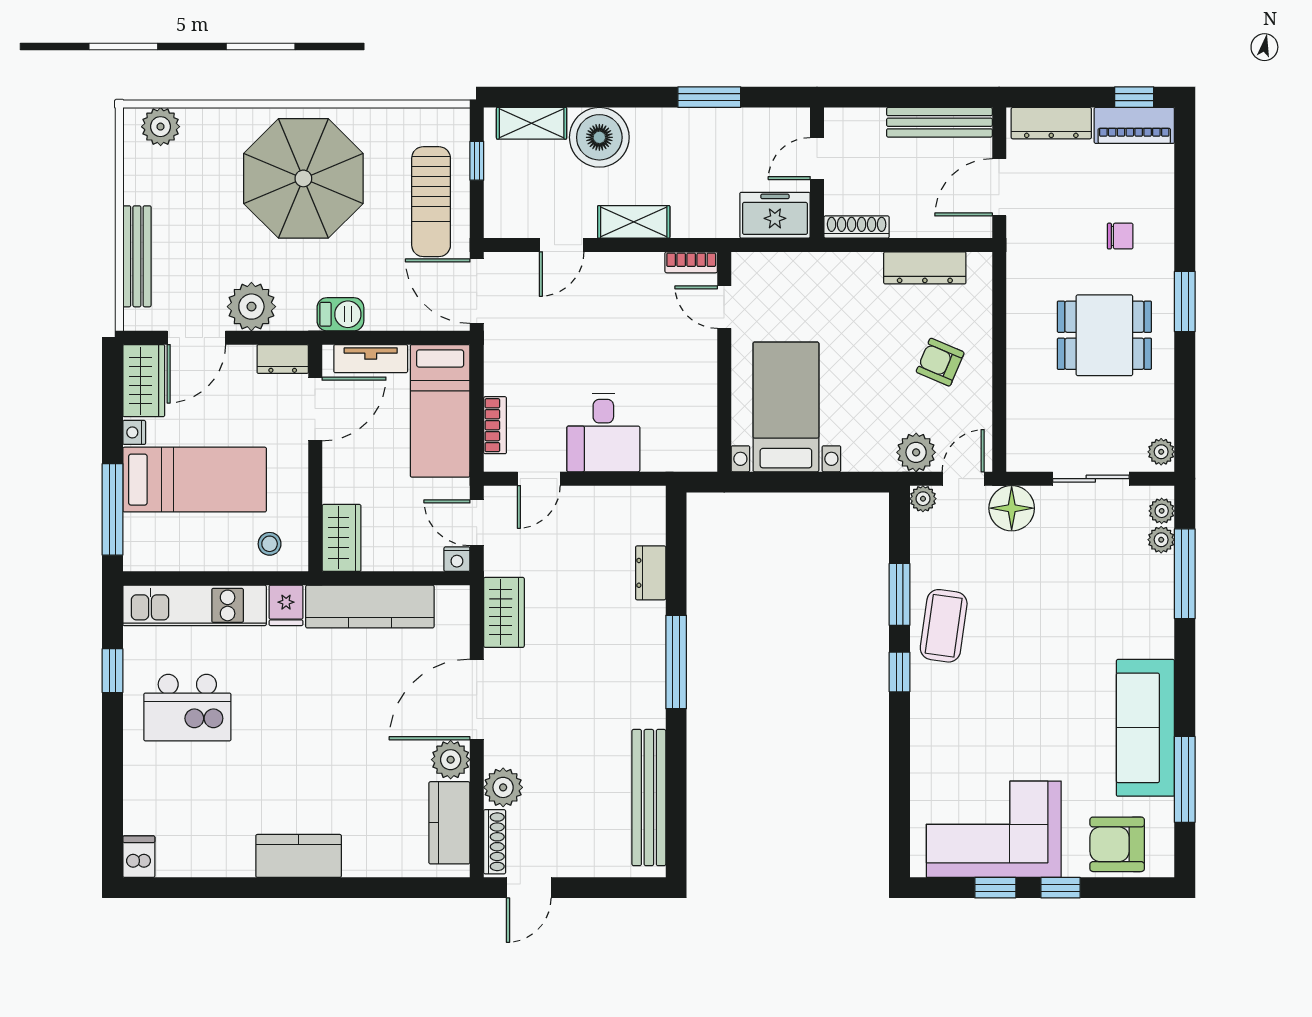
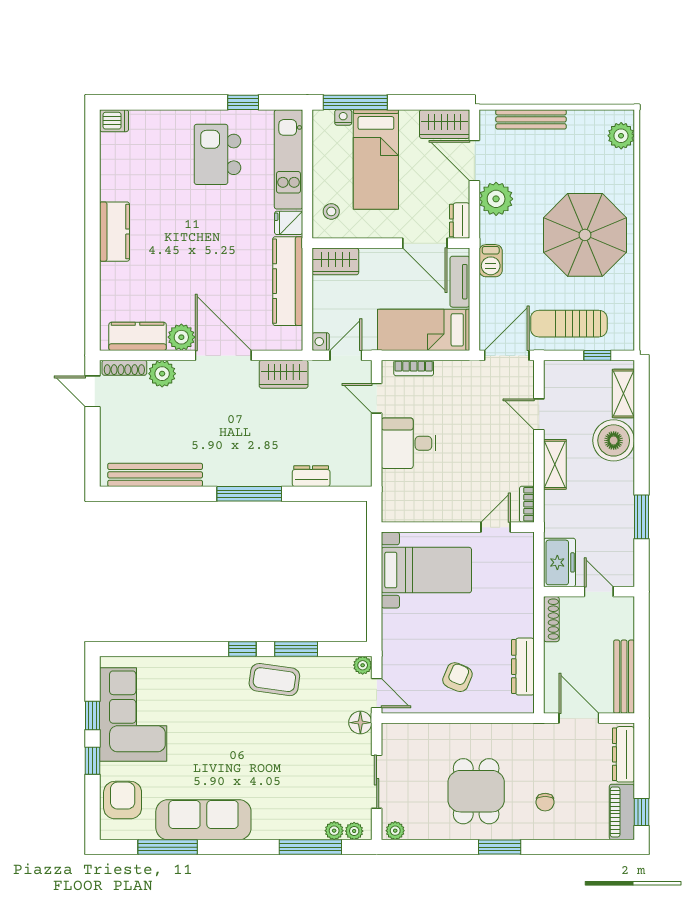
nightstand: (134, 432) -> (343, 117), moved
plant: (916, 452) -> (395, 660), removed
floor lamp: (1012, 508) -> (360, 723), width x0.73, depth x0.73

